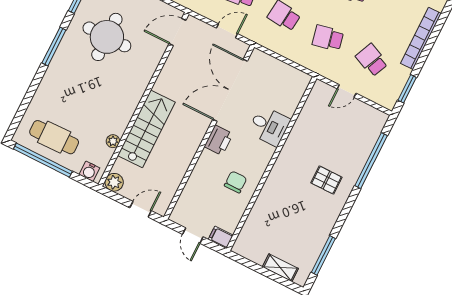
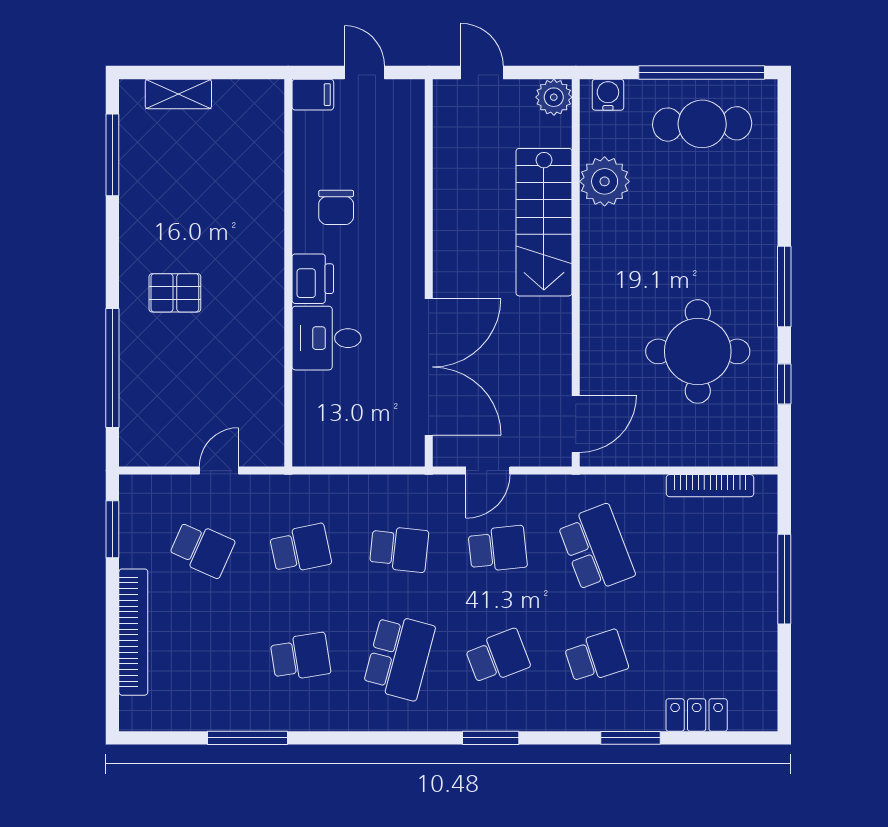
printer: (219, 140) -> (313, 279), moved, turned 180
plant: (113, 141) -> (605, 181), width x1.87, depth x1.87
door: (141, 209) -> (482, 73), swing flipped

